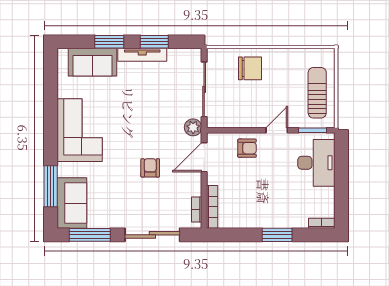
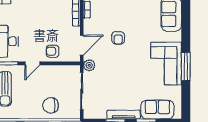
window: (51, 186) -> (186, 67), moved

